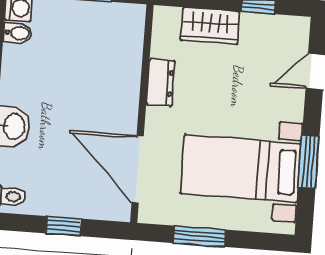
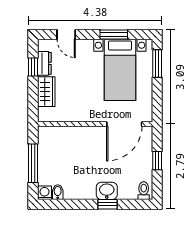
dresser: (161, 83) -> (44, 63), moved, turned 90
window: (199, 236) -> (157, 63), moved

